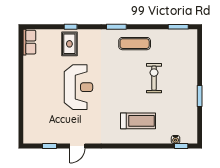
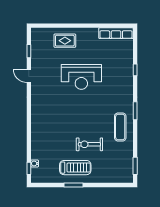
row of seats: (29, 42) -> (116, 33), width x1.48
rug: (69, 44) -> (65, 41), moved
exercise bike: (154, 78) -> (89, 144), turned 180
treadmill: (138, 121) -> (75, 168), moved, turned -90

